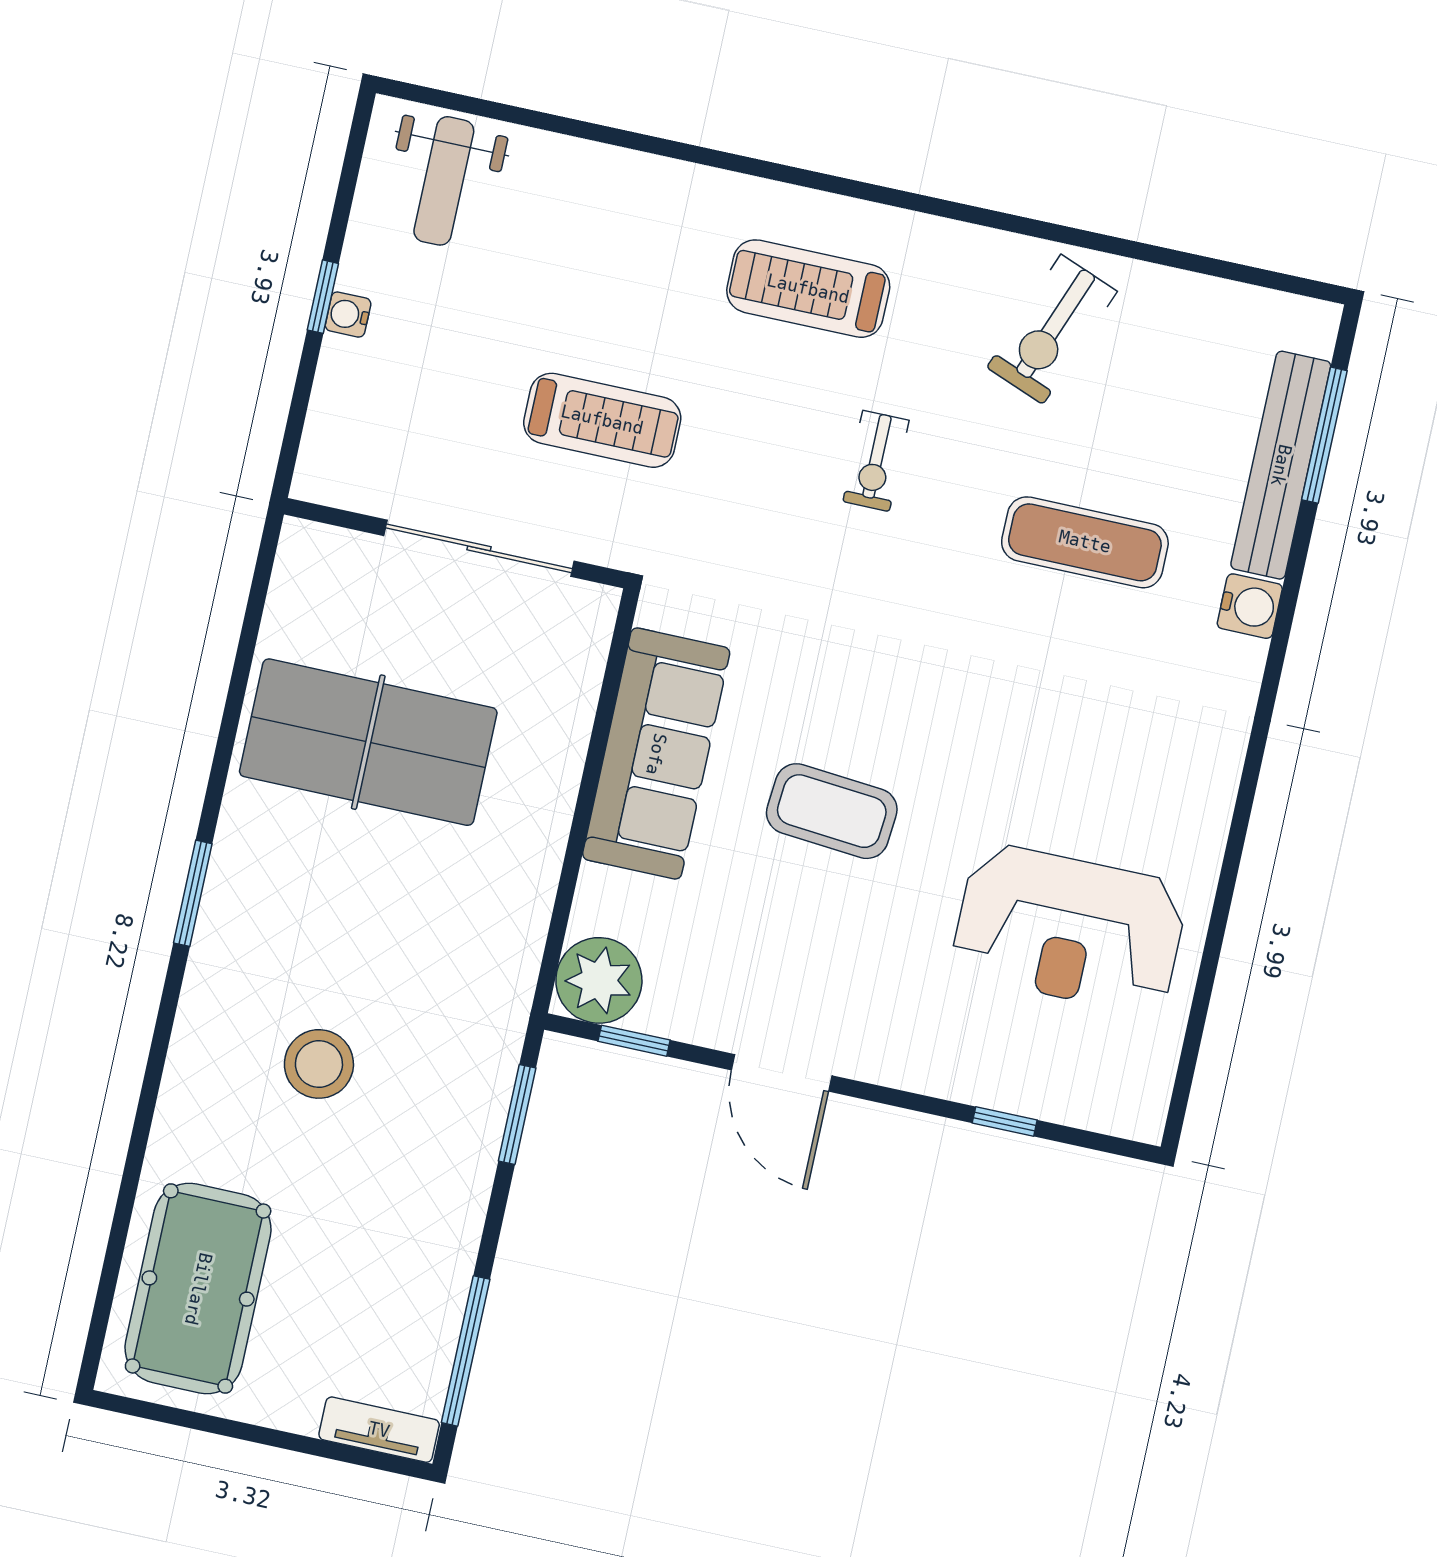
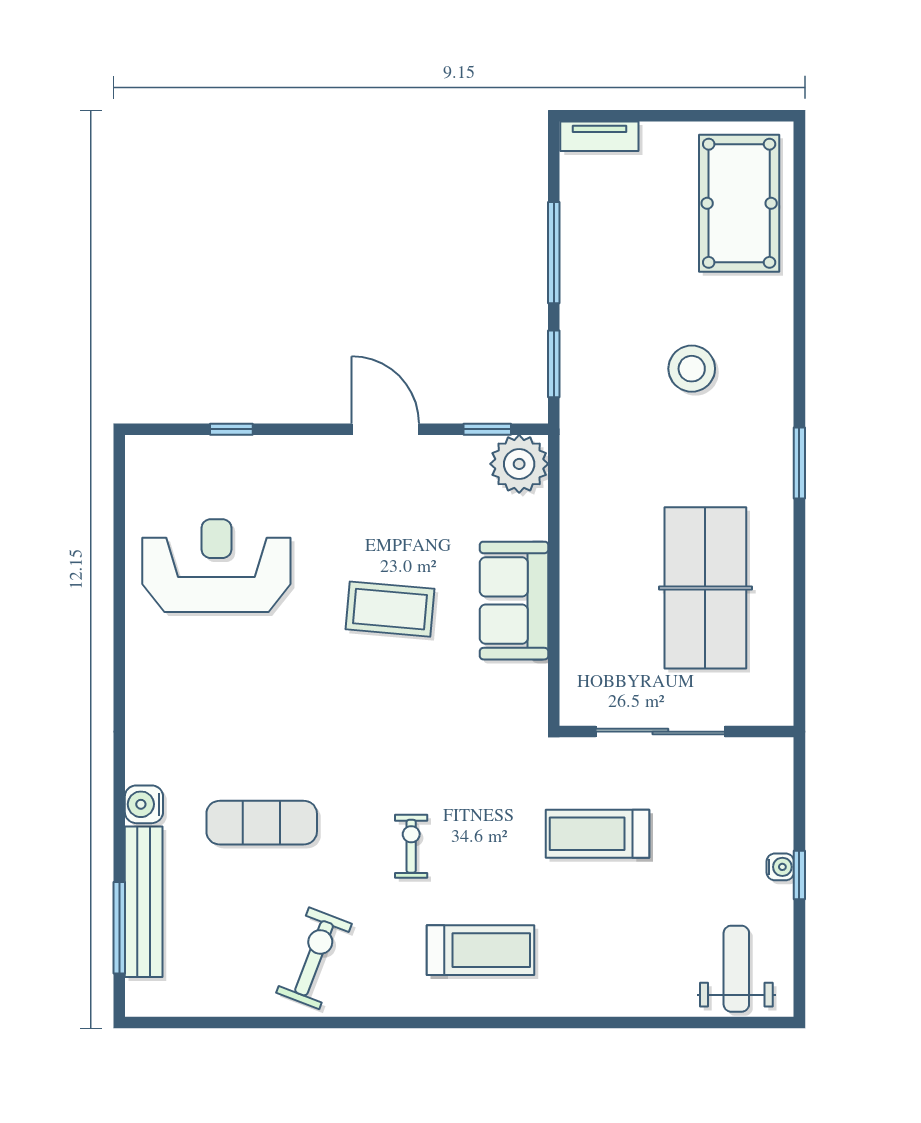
table tennis table: (368, 742) -> (705, 588), turned 90
sofa: (656, 754) -> (514, 601), width x0.73
window: (466, 1351) -> (554, 253), moved

